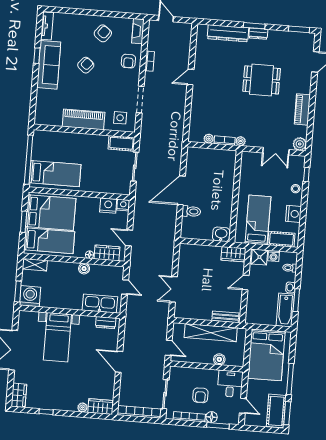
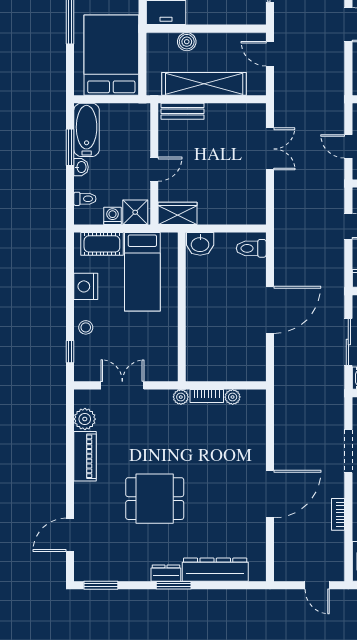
door: (191, 77) -> (270, 494), width x1.88
plant: (300, 144) -> (85, 419), moved
toilet: (191, 211) -> (251, 248), moved

